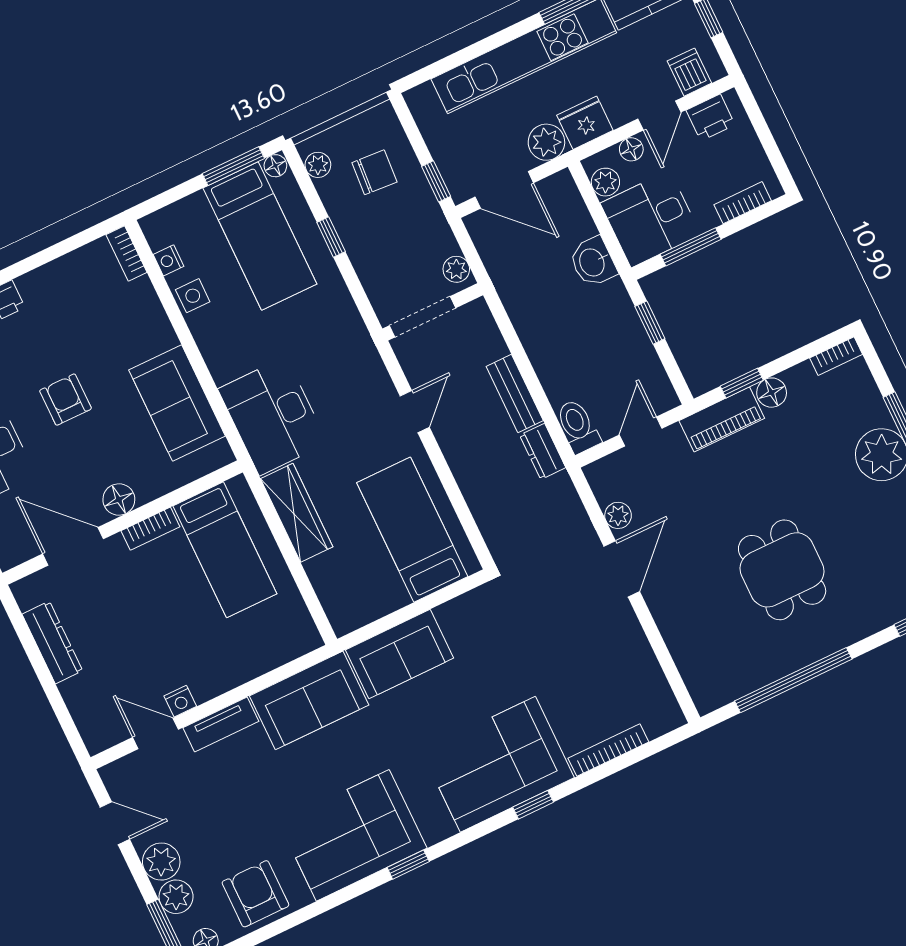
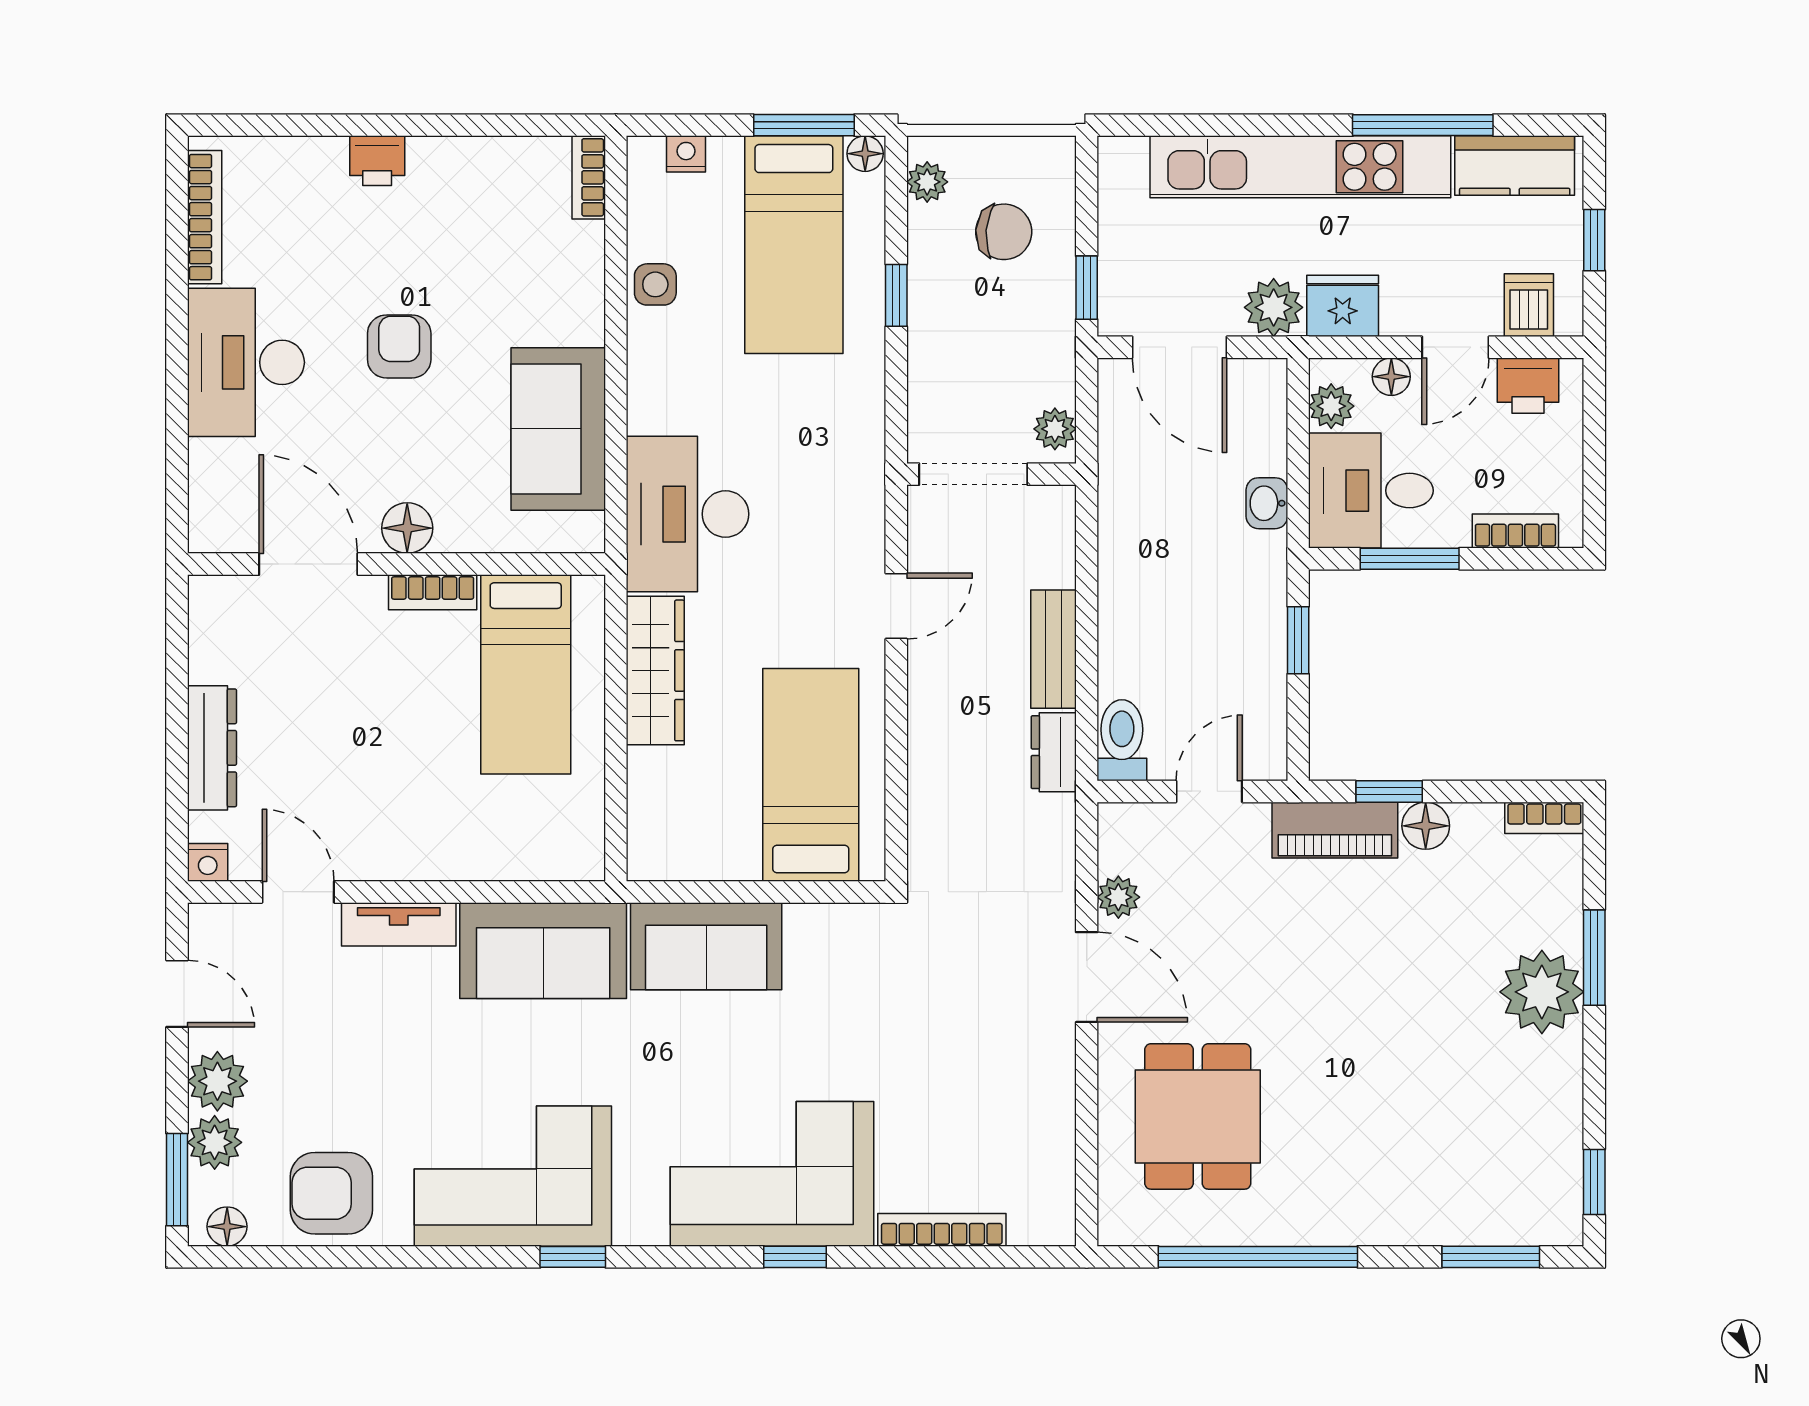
nightstand: (168, 260) -> (686, 154), moved, turned 90
washbasin: (593, 262) -> (1267, 503), width x0.72, depth x0.69
door: (622, 569) -> (1087, 977), hinge flipped
dining table: (782, 570) -> (1198, 1116), moved
dresser: (52, 642) -> (212, 748), moved
nightstand: (180, 701) -> (208, 862), moved
armchair: (255, 894) -> (331, 1193), turned -90

